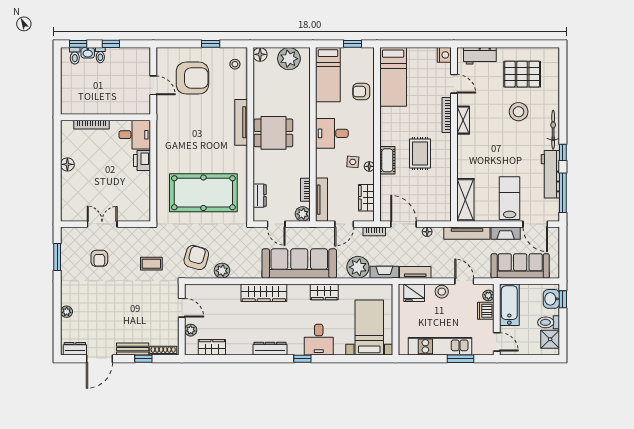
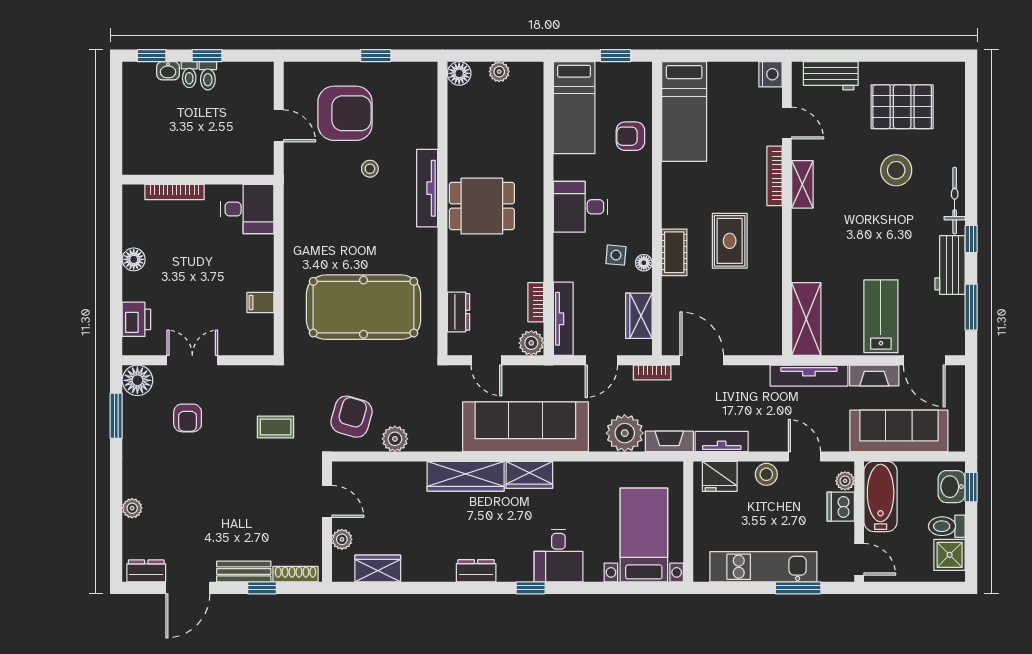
toilet: (75, 56) -> (208, 76), moved
plant: (289, 59) -> (499, 72), width x0.53, depth x0.53
stool: (235, 64) -> (370, 169), moved
printer: (142, 160) -> (136, 319), moved, turned 180
workbench: (550, 174) -> (950, 265), width x0.73
filing cabinet: (142, 190) -> (260, 302), added
window: (563, 193) -> (971, 307), width x0.69
floor lamp: (427, 232) -> (137, 380), moved, width x1.89, depth x1.89
wardrobe: (324, 292) -> (529, 475), moved
dresser: (270, 349) -> (476, 571), width x0.70

